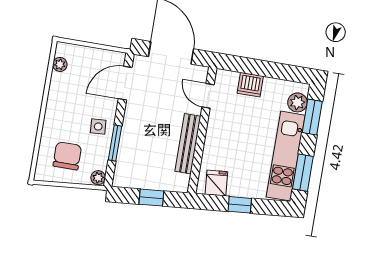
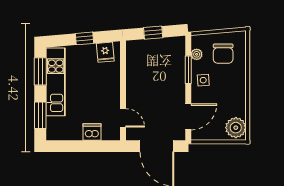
plant: (60, 64) -> (236, 128), width x1.88, depth x1.88
plant: (297, 102) -> (54, 124), removed
bench: (188, 144) -> (132, 79), removed
plant: (98, 178) -> (197, 54), moved

